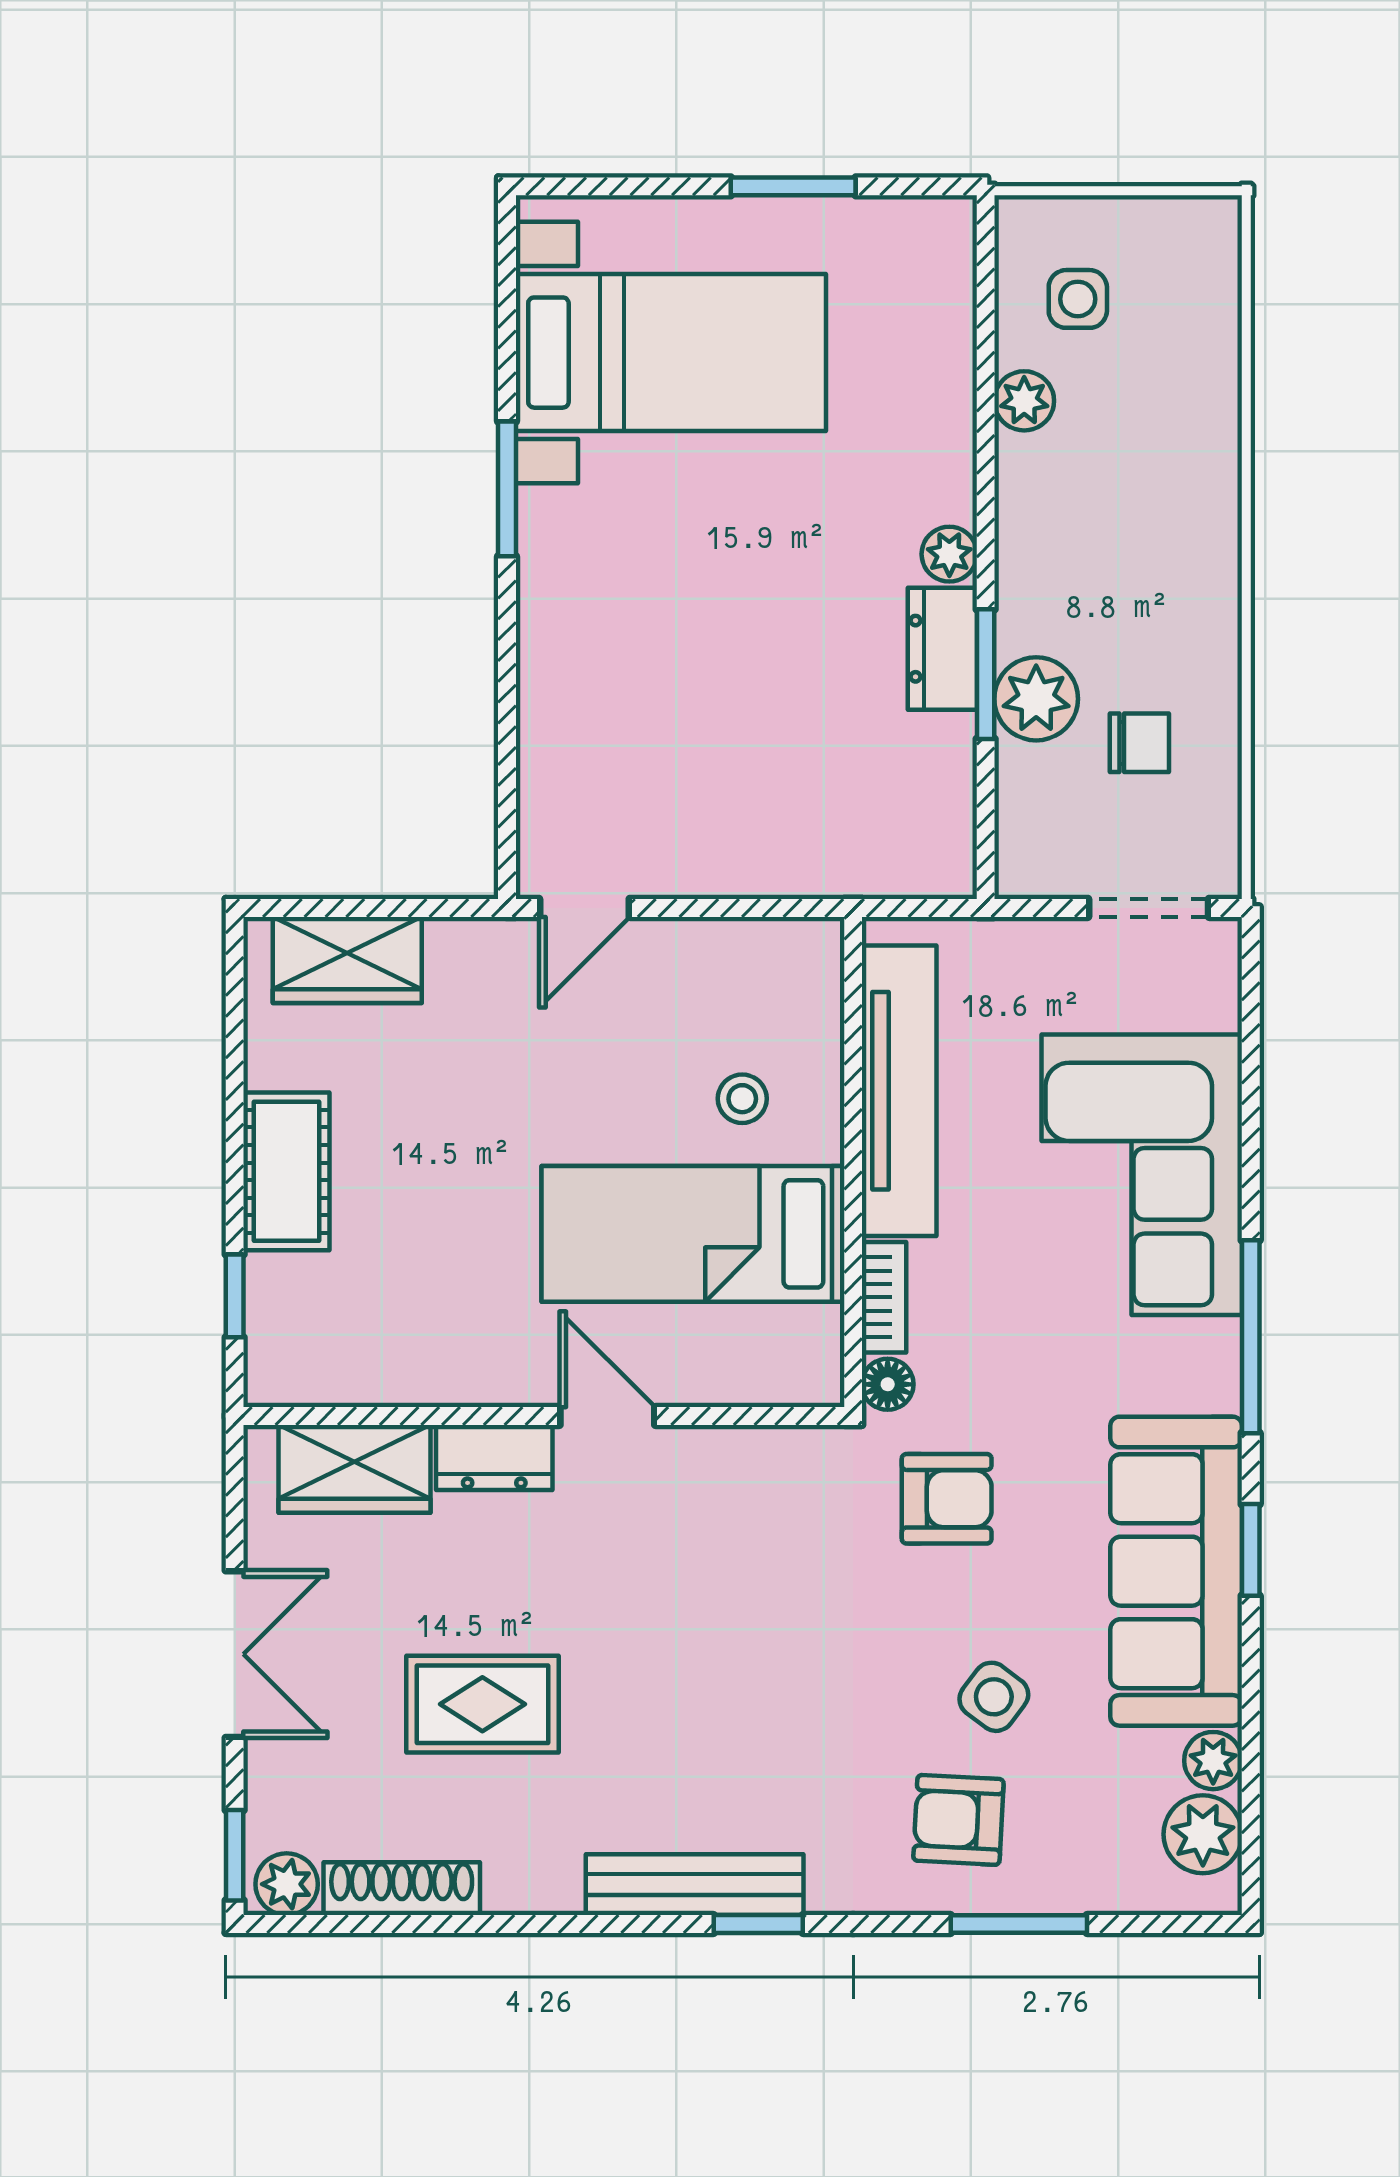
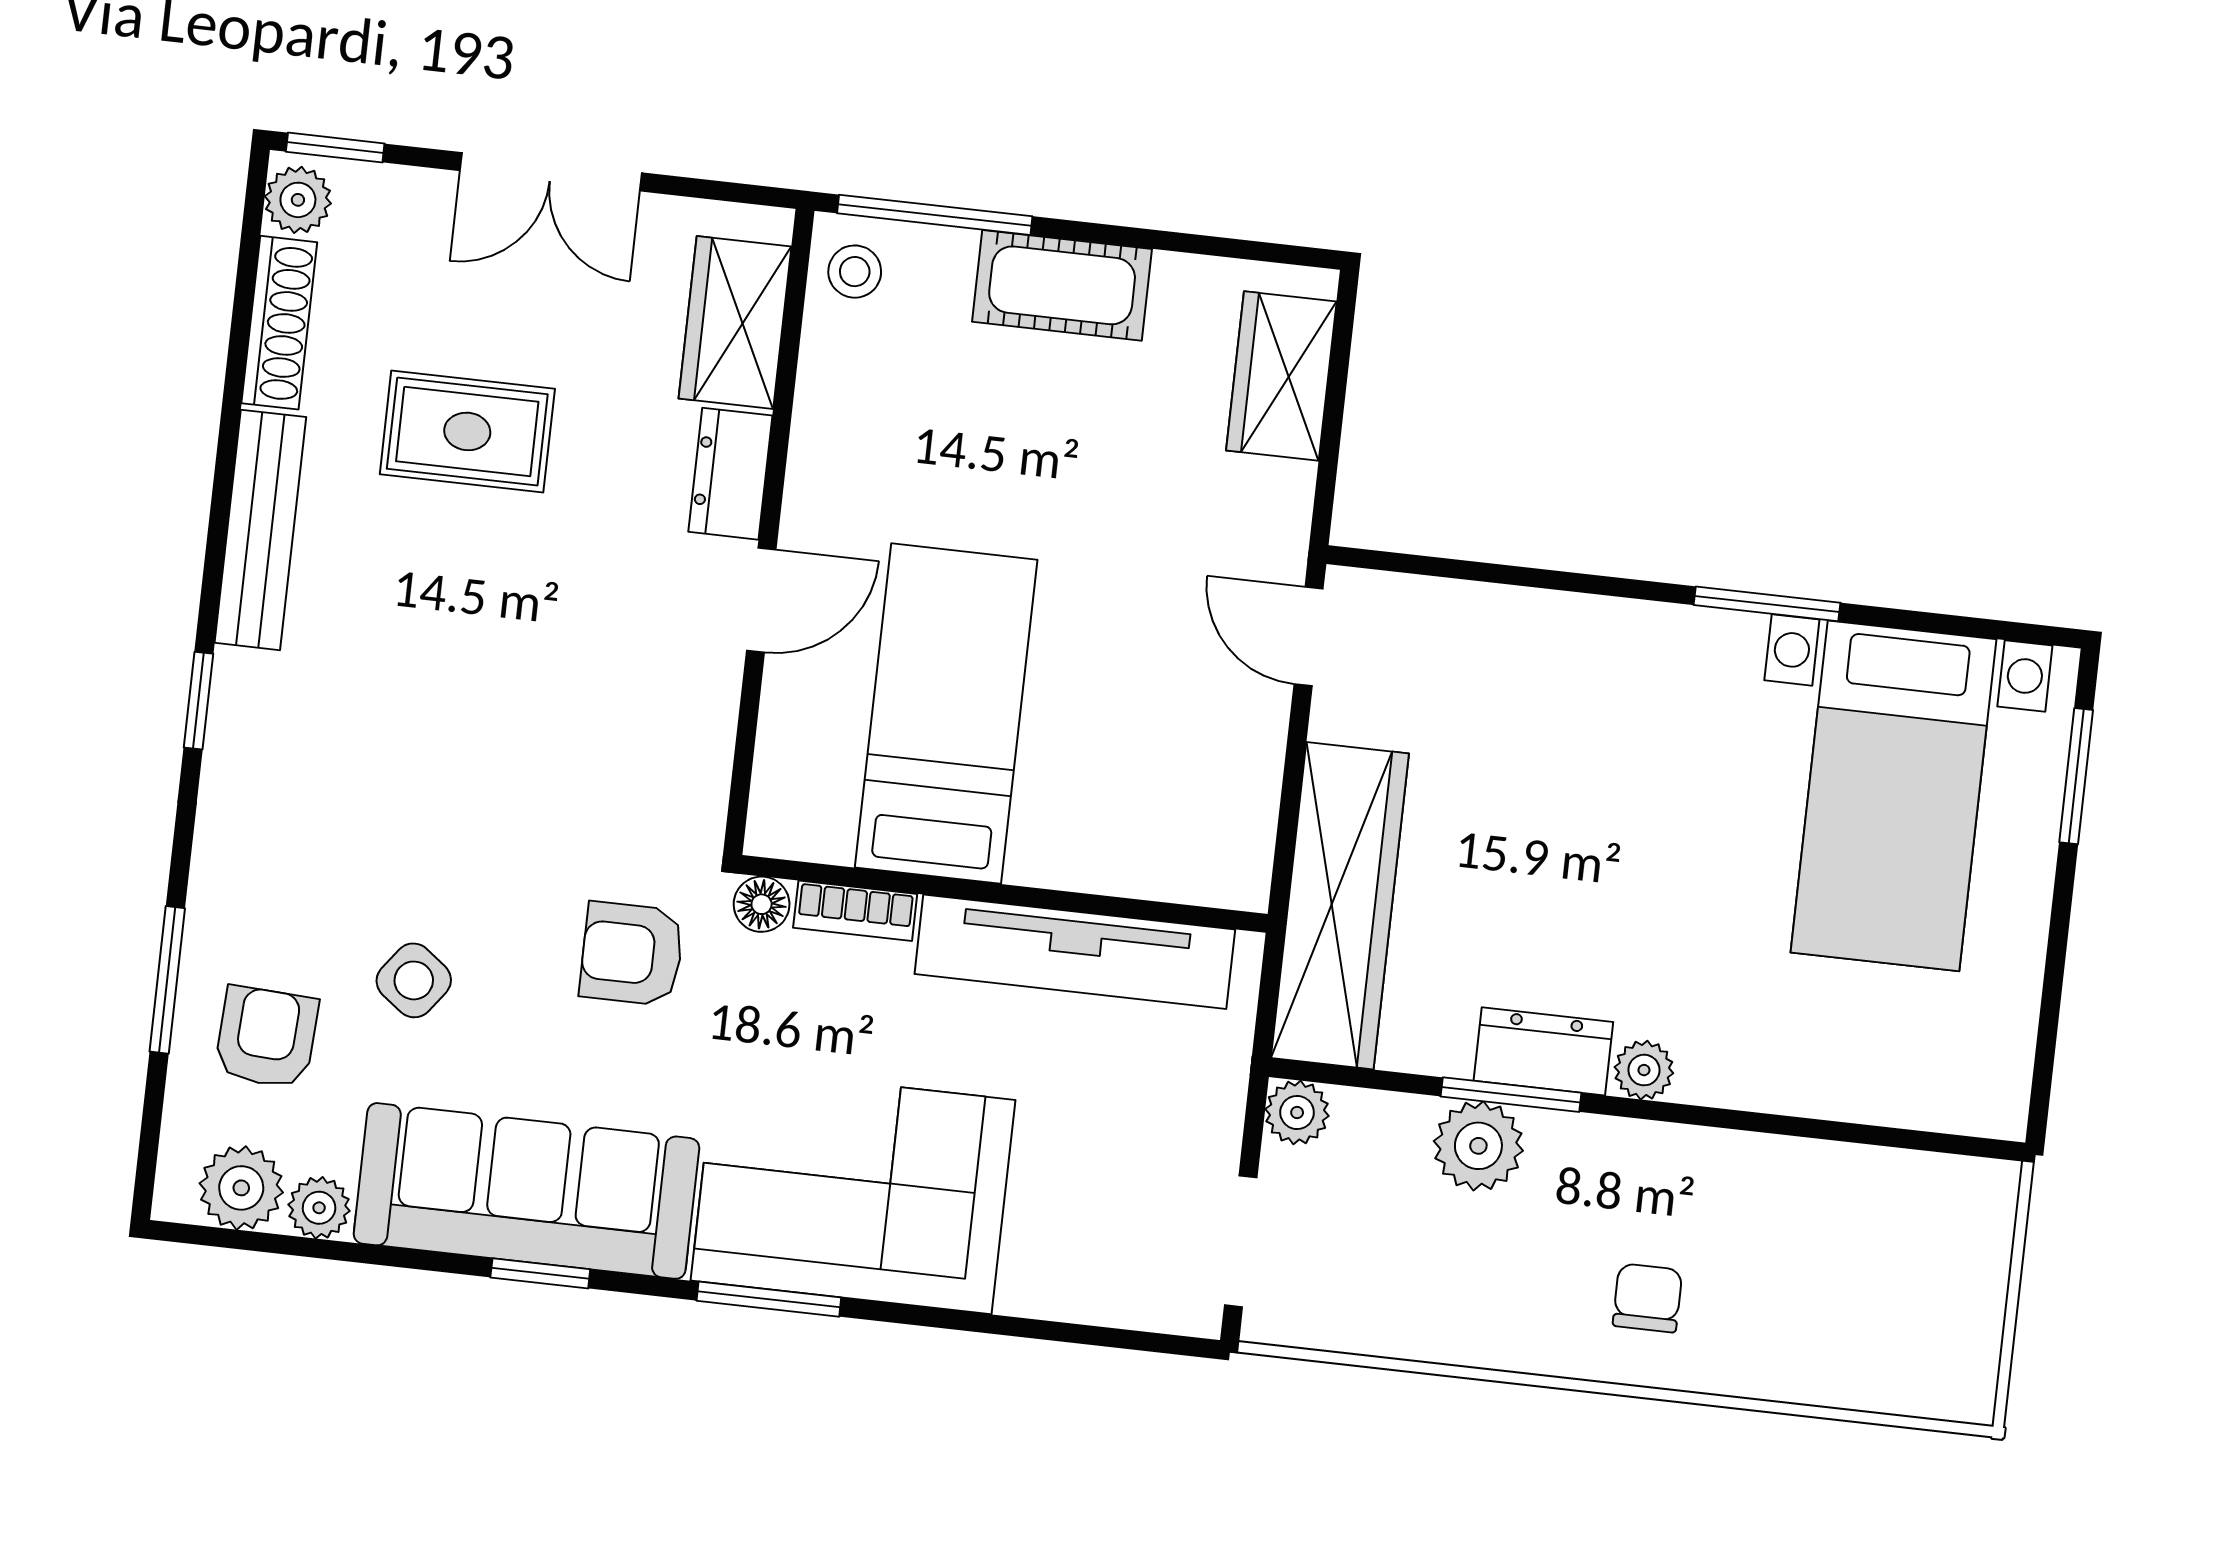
window: (793, 186) -> (2076, 776), moved
side table: (1078, 299) -> (1902, 1238), removed
plant: (1024, 401) -> (1297, 1113), moved
chair: (1139, 743) -> (1647, 1298), moved, turned 180
wardrobe: (829, 851) -> (1340, 906), added
stool: (742, 1099) -> (855, 272), moved
corner sofa: (1142, 1175) -> (853, 1190), moved
window: (235, 1296) -> (935, 215), width x2.17
window: (1251, 1337) -> (769, 1299), width x0.69
armchair: (947, 1499) -> (632, 954), turned 90
rug: (482, 1704) -> (467, 431), turned 90
armchair: (958, 1820) -> (266, 1037), moved
bench: (695, 1885) -> (260, 530), moved

